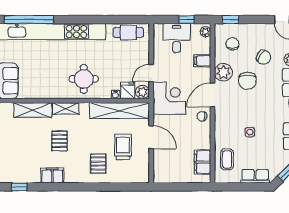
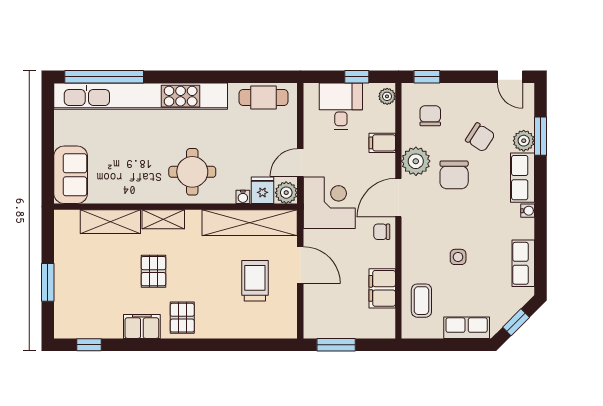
filing cabinet: (202, 162) -> (382, 288), moved
pallet: (98, 164) -> (182, 318), moved
window: (174, 187) -> (336, 345), added

